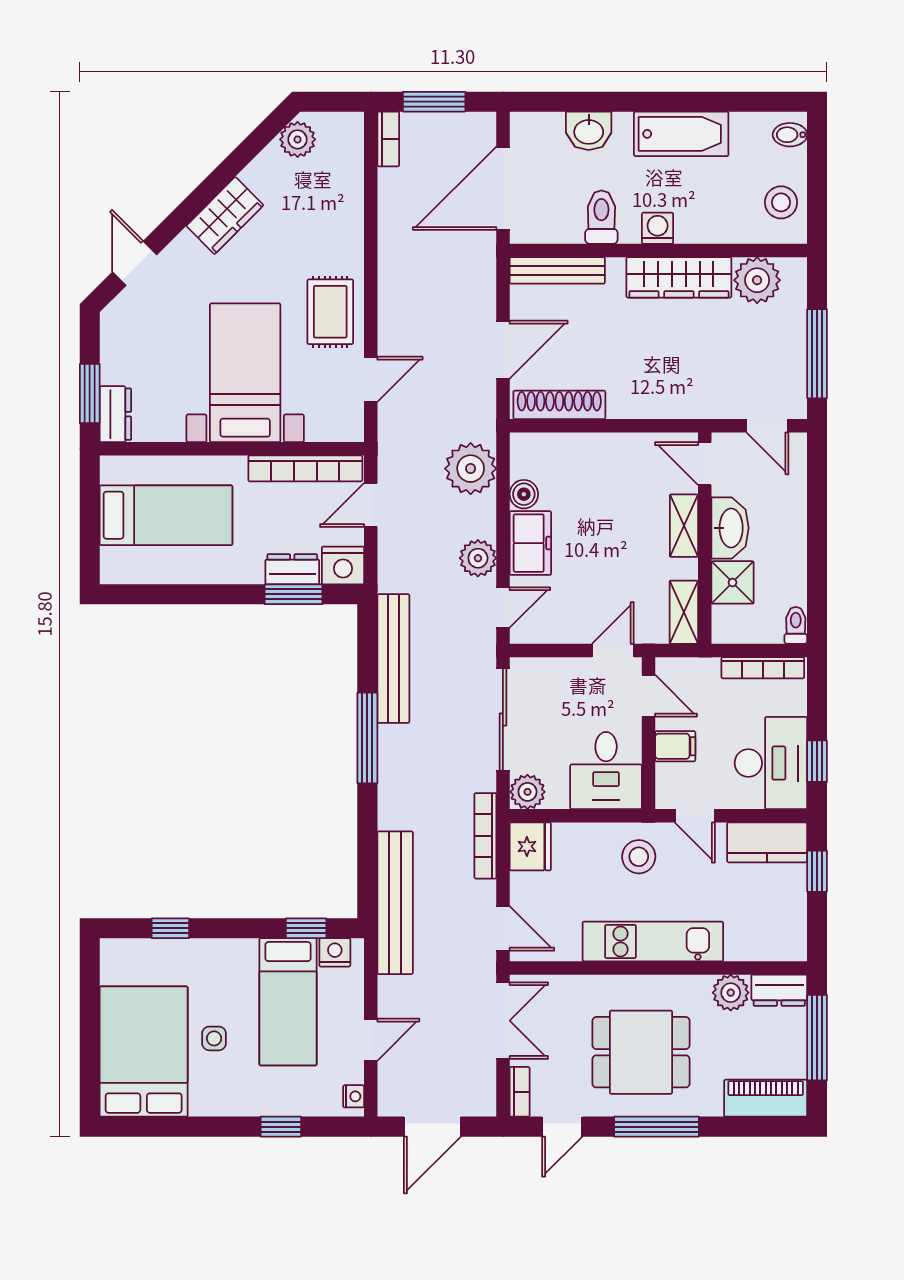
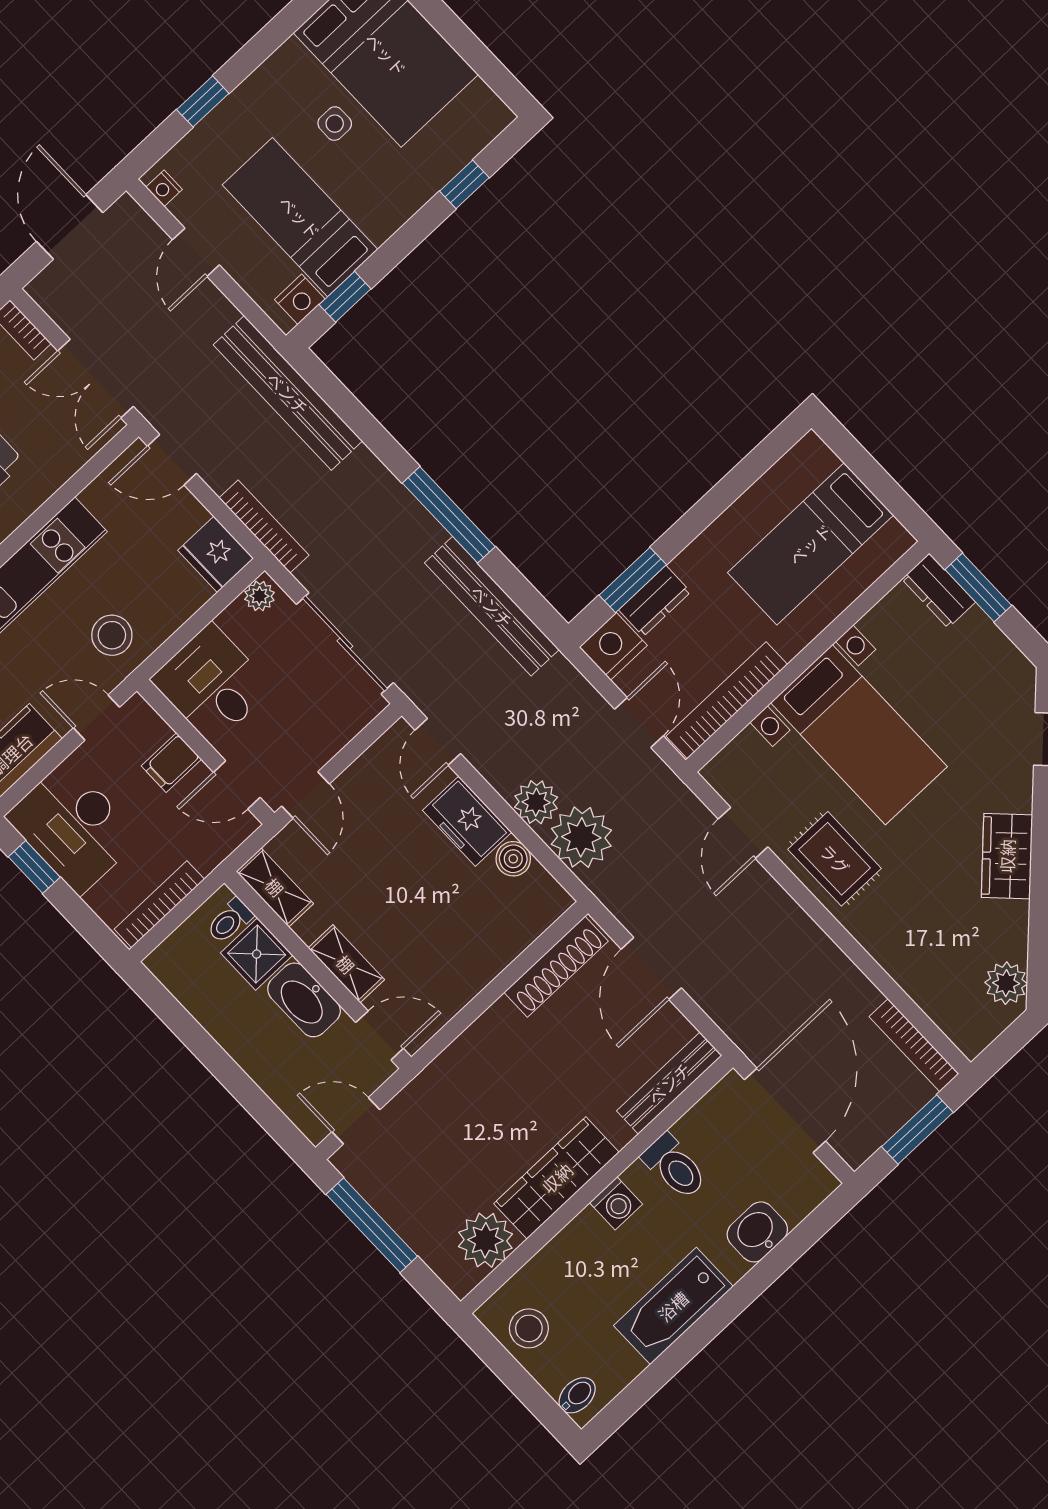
bookcase: (388, 139) -> (914, 1045), width x1.56
plant: (478, 558) -> (536, 802), moved
toilet: (796, 625) -> (230, 921), moved, turned 90
plant: (527, 792) -> (259, 596), width x0.73, depth x0.73

